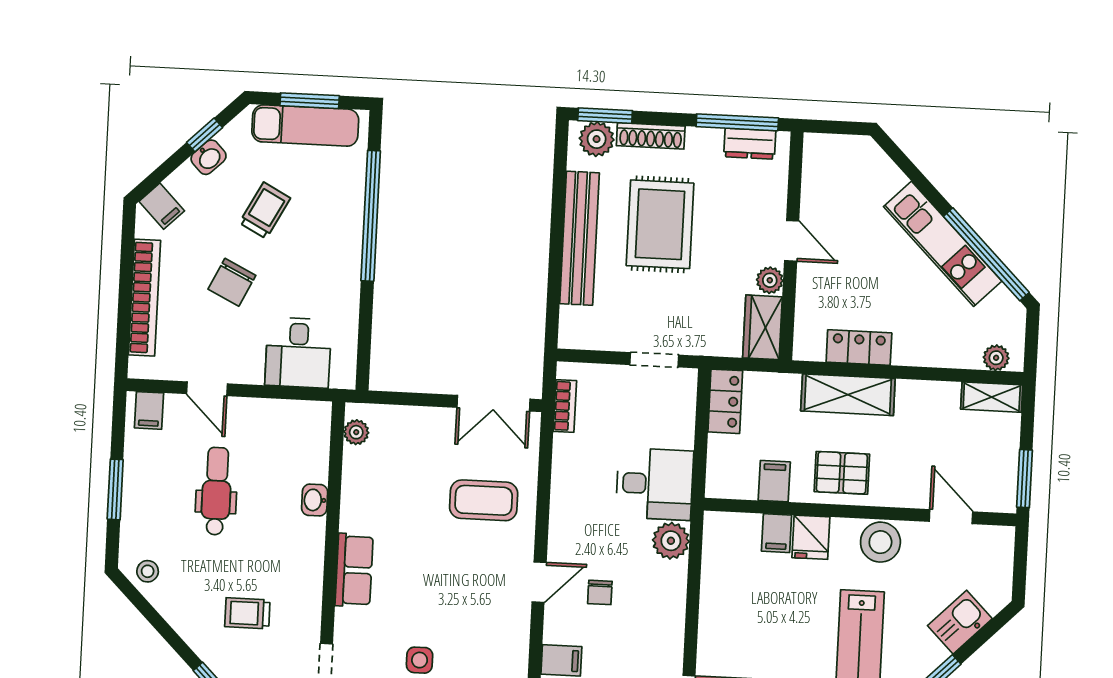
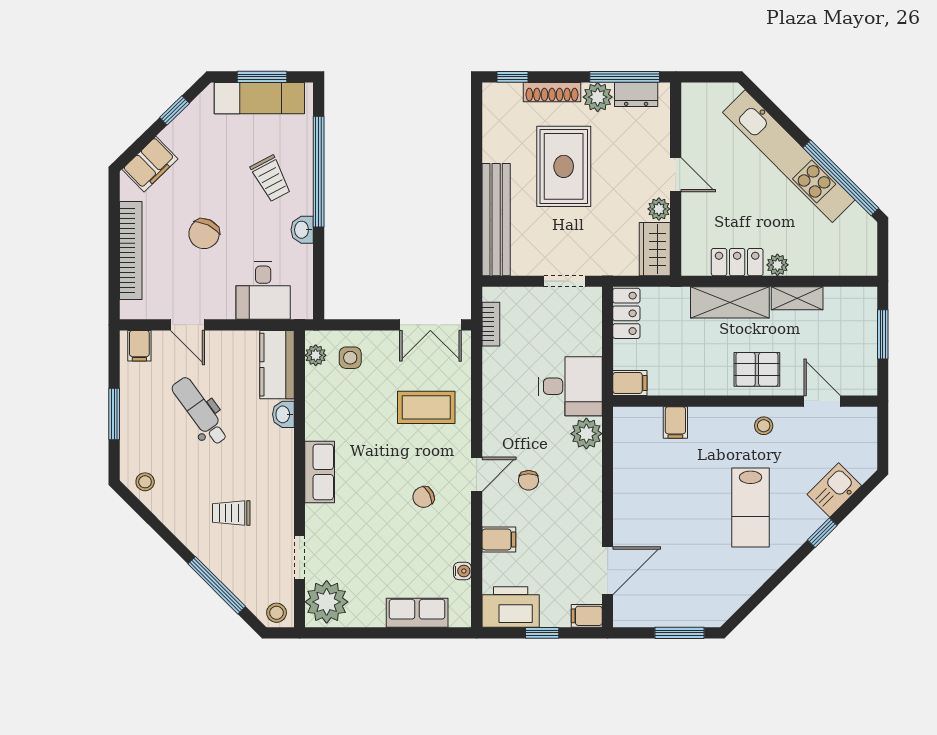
window: (605, 116) -> (513, 77), width x0.67
plant: (597, 139) -> (598, 97), moved
washbasin: (209, 157) -> (302, 230), moved, turned 134
filing cabinet: (162, 206) -> (150, 164), width x2.00
trolley: (265, 210) -> (271, 179), moved, turned 124
bench: (579, 238) -> (496, 220), moved
kitchen unit: (943, 244) -> (789, 156), width x1.36
plant: (996, 358) -> (777, 265), moved
shelving: (992, 397) -> (797, 298), moved
kitchen counter: (310, 441) -> (277, 365), added
pallet: (842, 473) -> (757, 369), moved
window: (1024, 479) -> (883, 334), moved
filing cabinet: (774, 481) -> (630, 383), moved, turned 90
dental chair: (216, 491) -> (200, 411), turned -36
fridge: (811, 537) -> (705, 425), removed
stool: (880, 542) -> (764, 426), width x0.53, depth x0.53
chair: (475, 606) -> (424, 497), added
side table: (420, 660) -> (350, 358), moved

